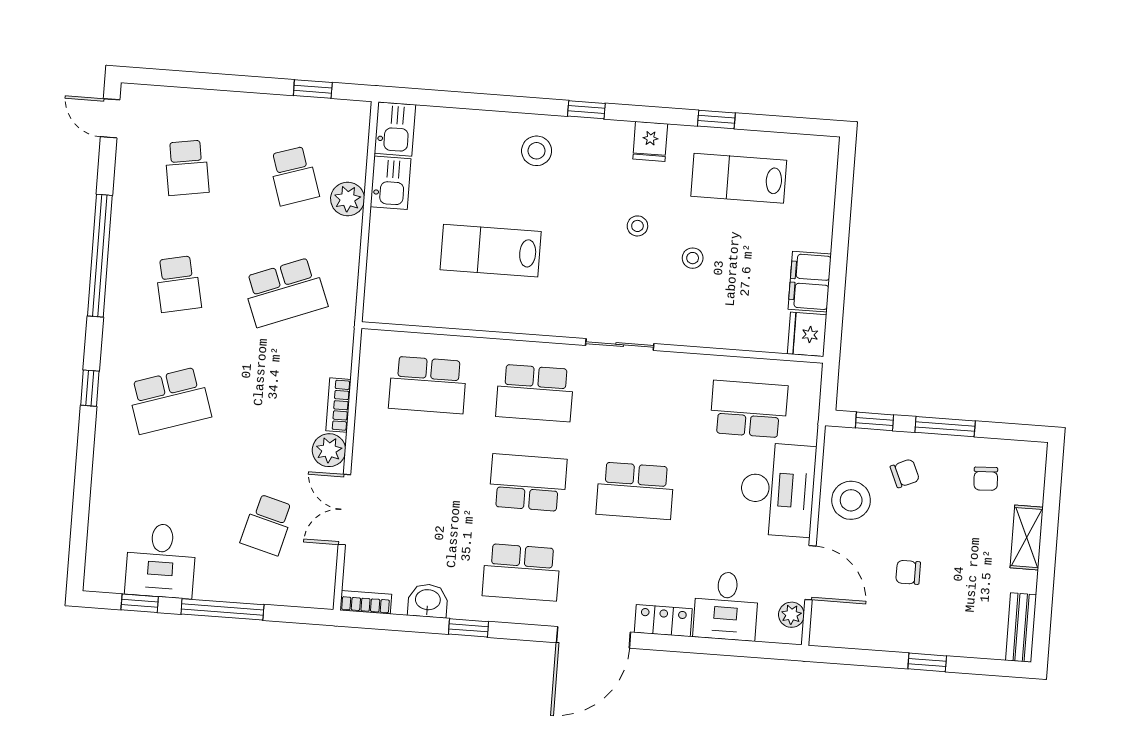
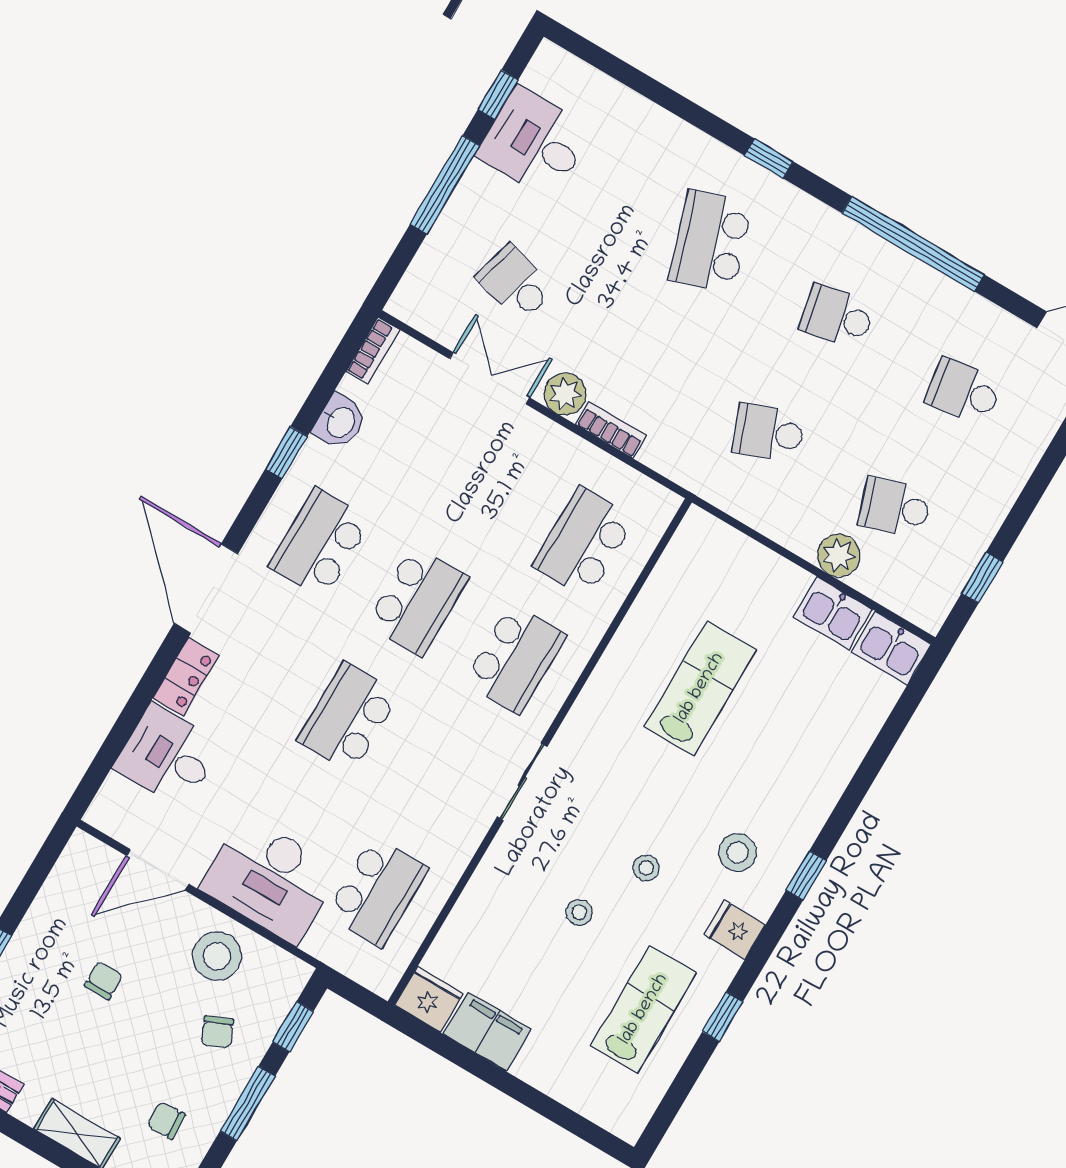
stool: (537, 151) -> (738, 852), moved
school desk: (285, 292) -> (768, 433), width x0.54
school desk: (535, 393) -> (515, 659), turned 180
plant: (791, 615) -> (121, 825), removed

